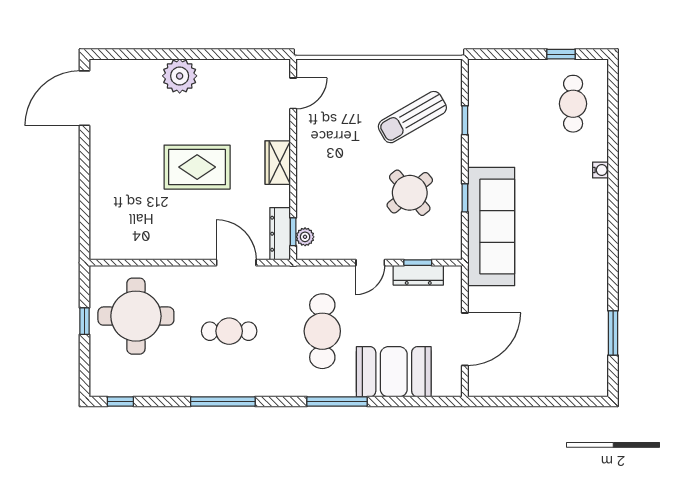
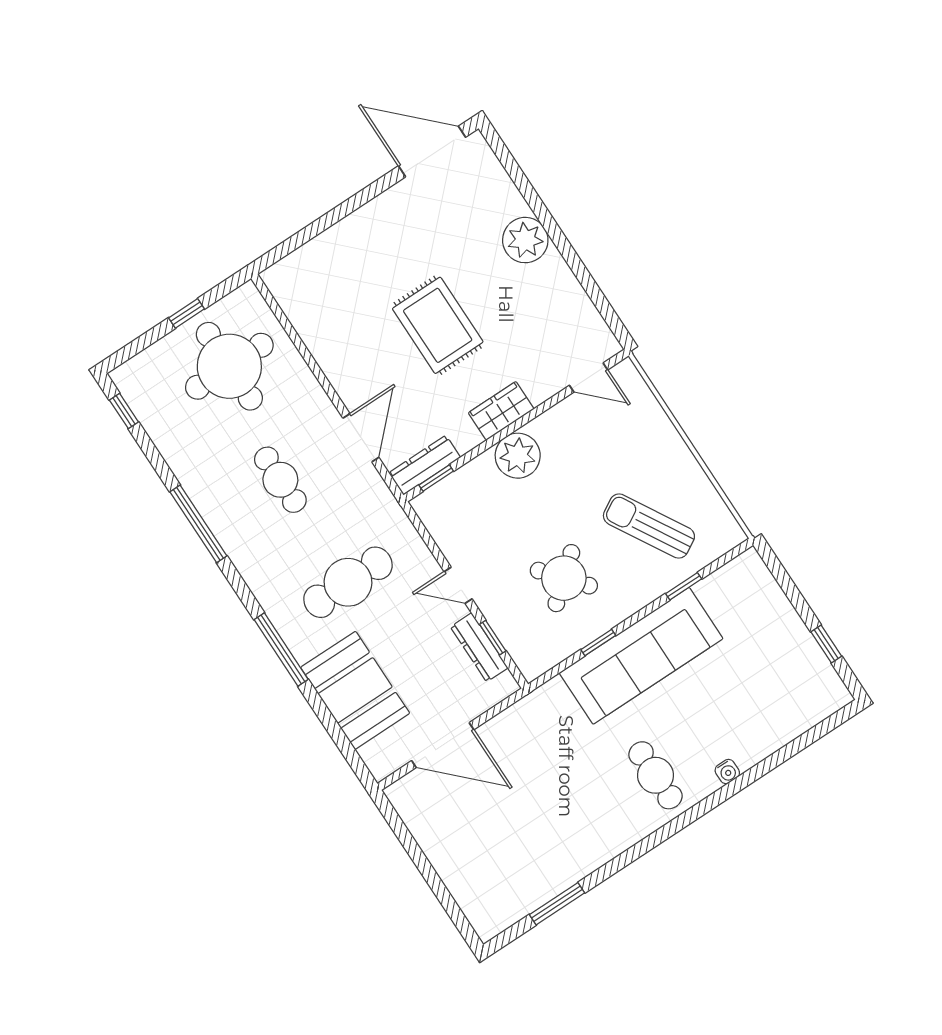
cafe table: (573, 104) -> (655, 775), moved, turned 90
sofa: (491, 227) -> (641, 656), moved
plant: (305, 237) -> (518, 456), moved, width x1.87, depth x1.87

